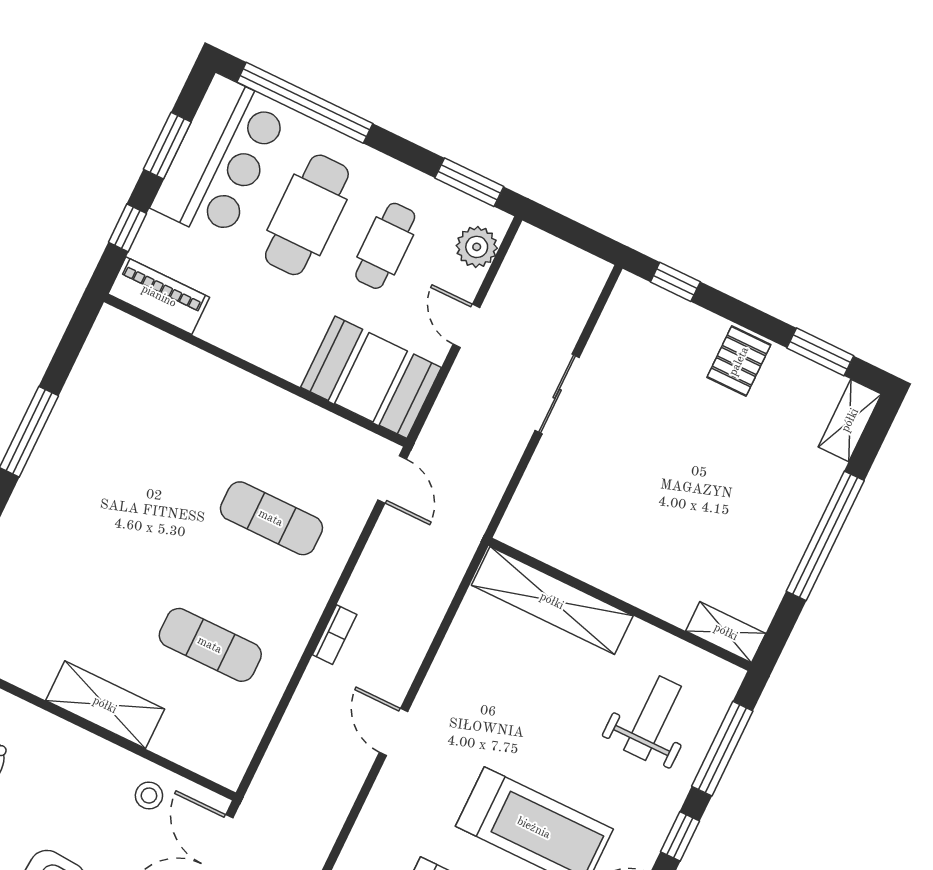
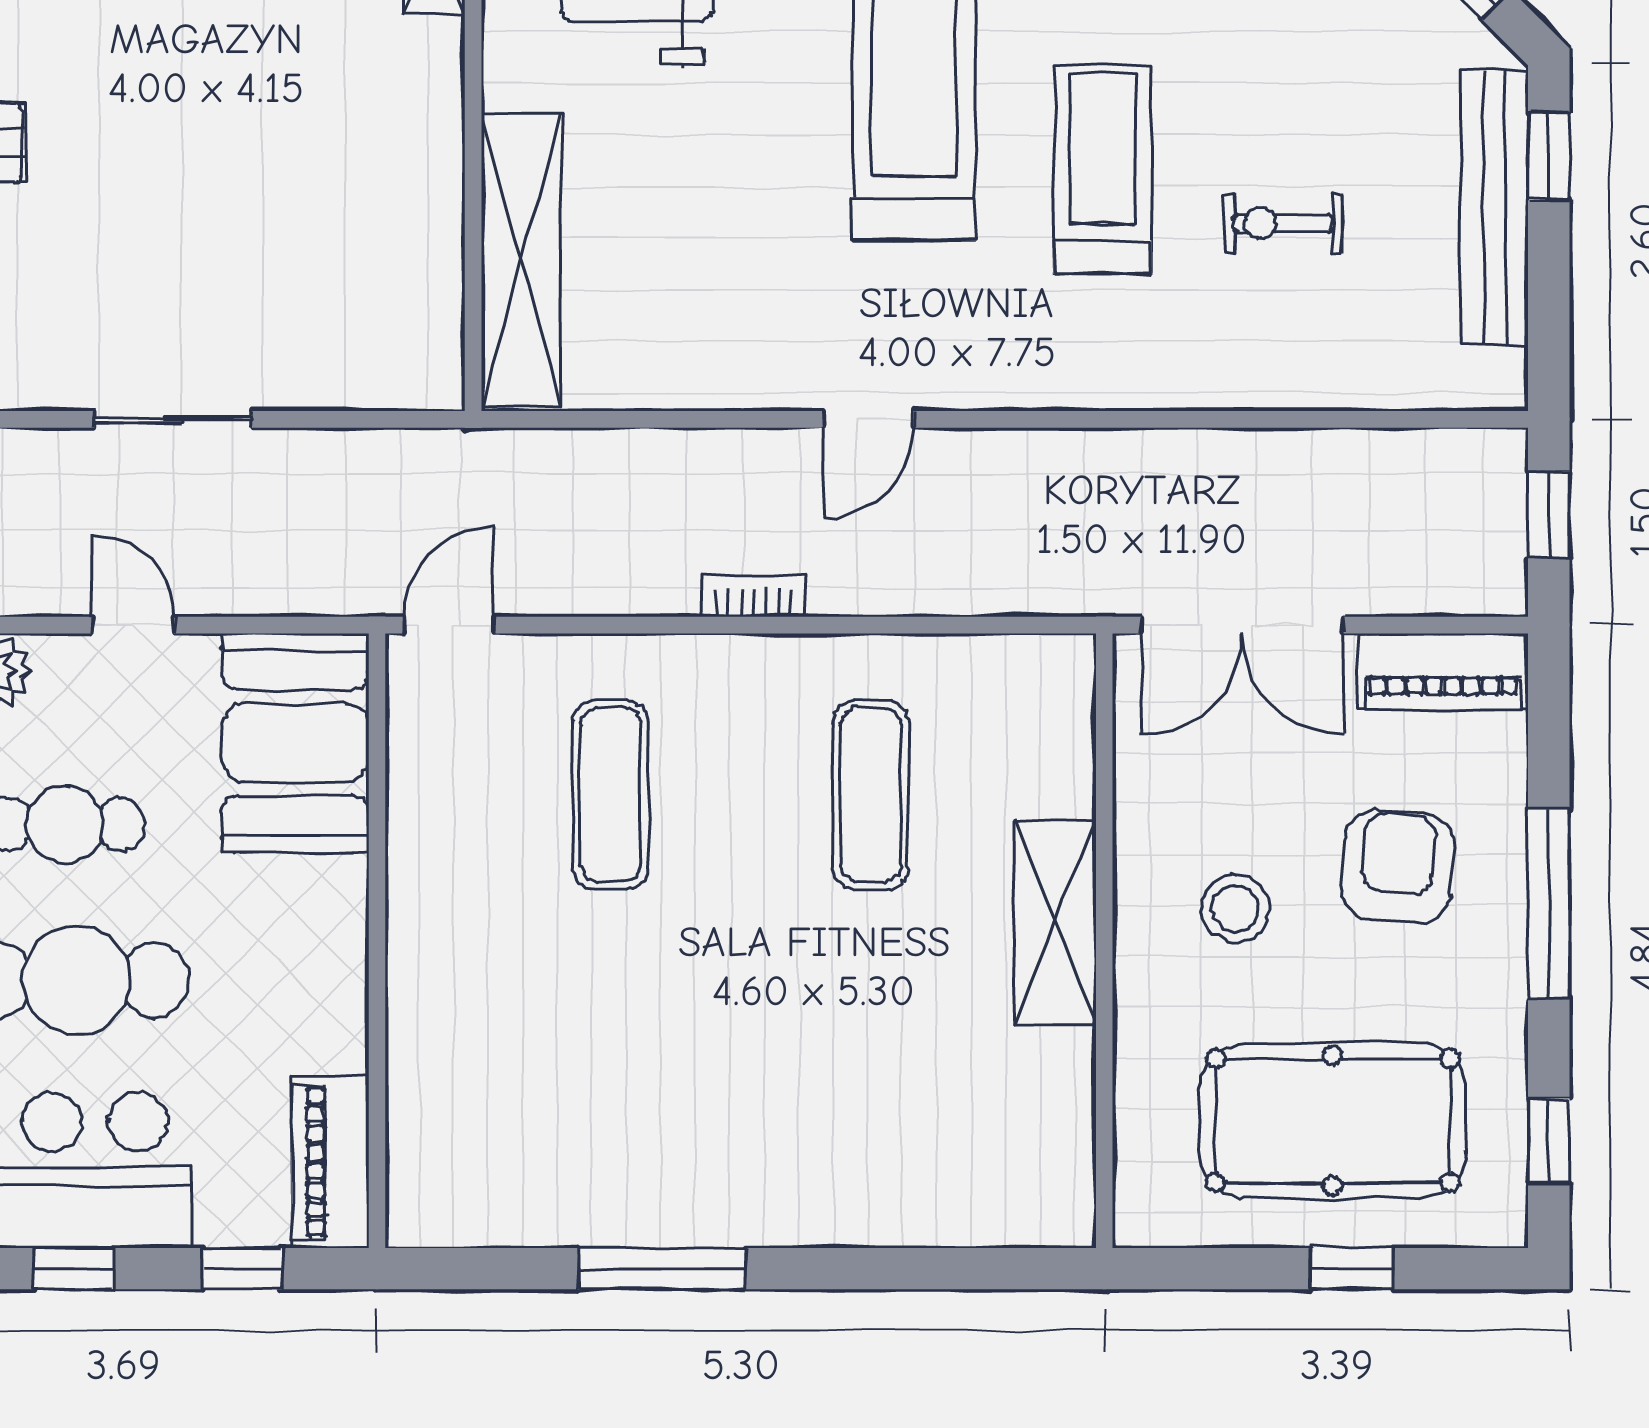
window: (167, 146) -> (73, 1269), width x0.67
door: (466, 326) -> (133, 625), swing flipped
stool: (149, 796) -> (1235, 908), moved, width x1.37, depth x1.37

